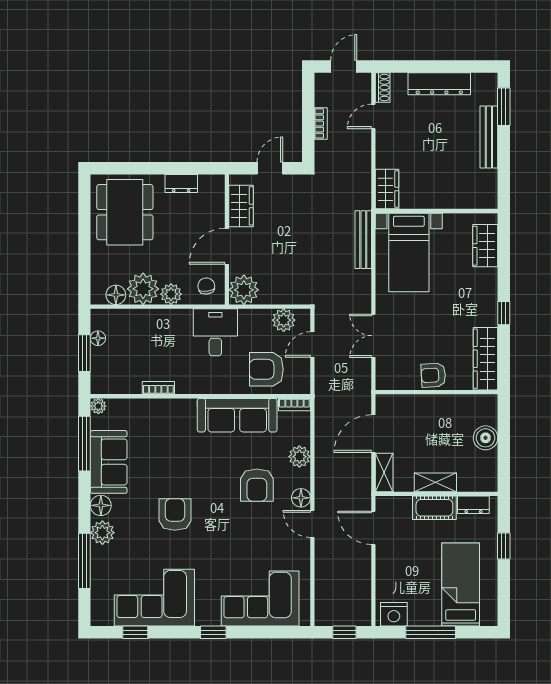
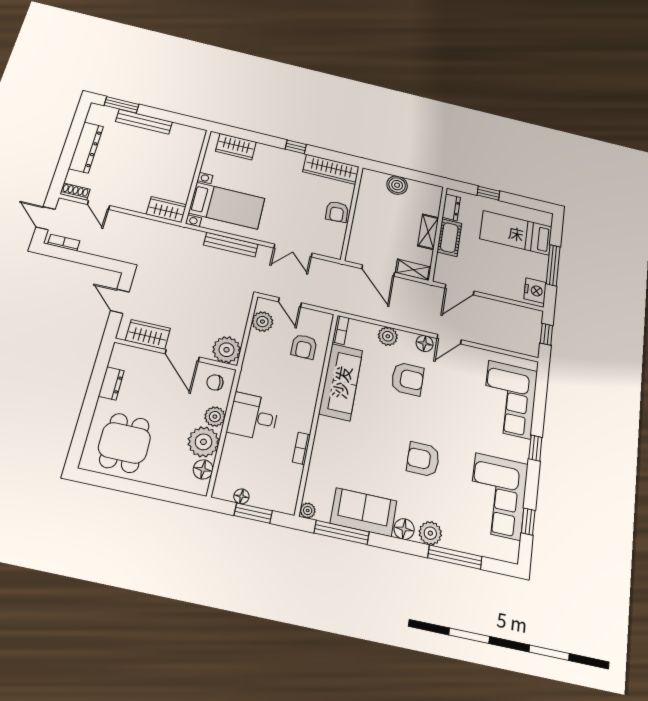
bookcase: (321, 123) -> (64, 243), moved
dining table: (125, 212) -> (124, 443), width x0.73
bench: (363, 240) -> (231, 245), moved
desk: (215, 332) -> (253, 417), moved
armchair: (266, 369) -> (304, 347), width x0.72, depth x0.72

